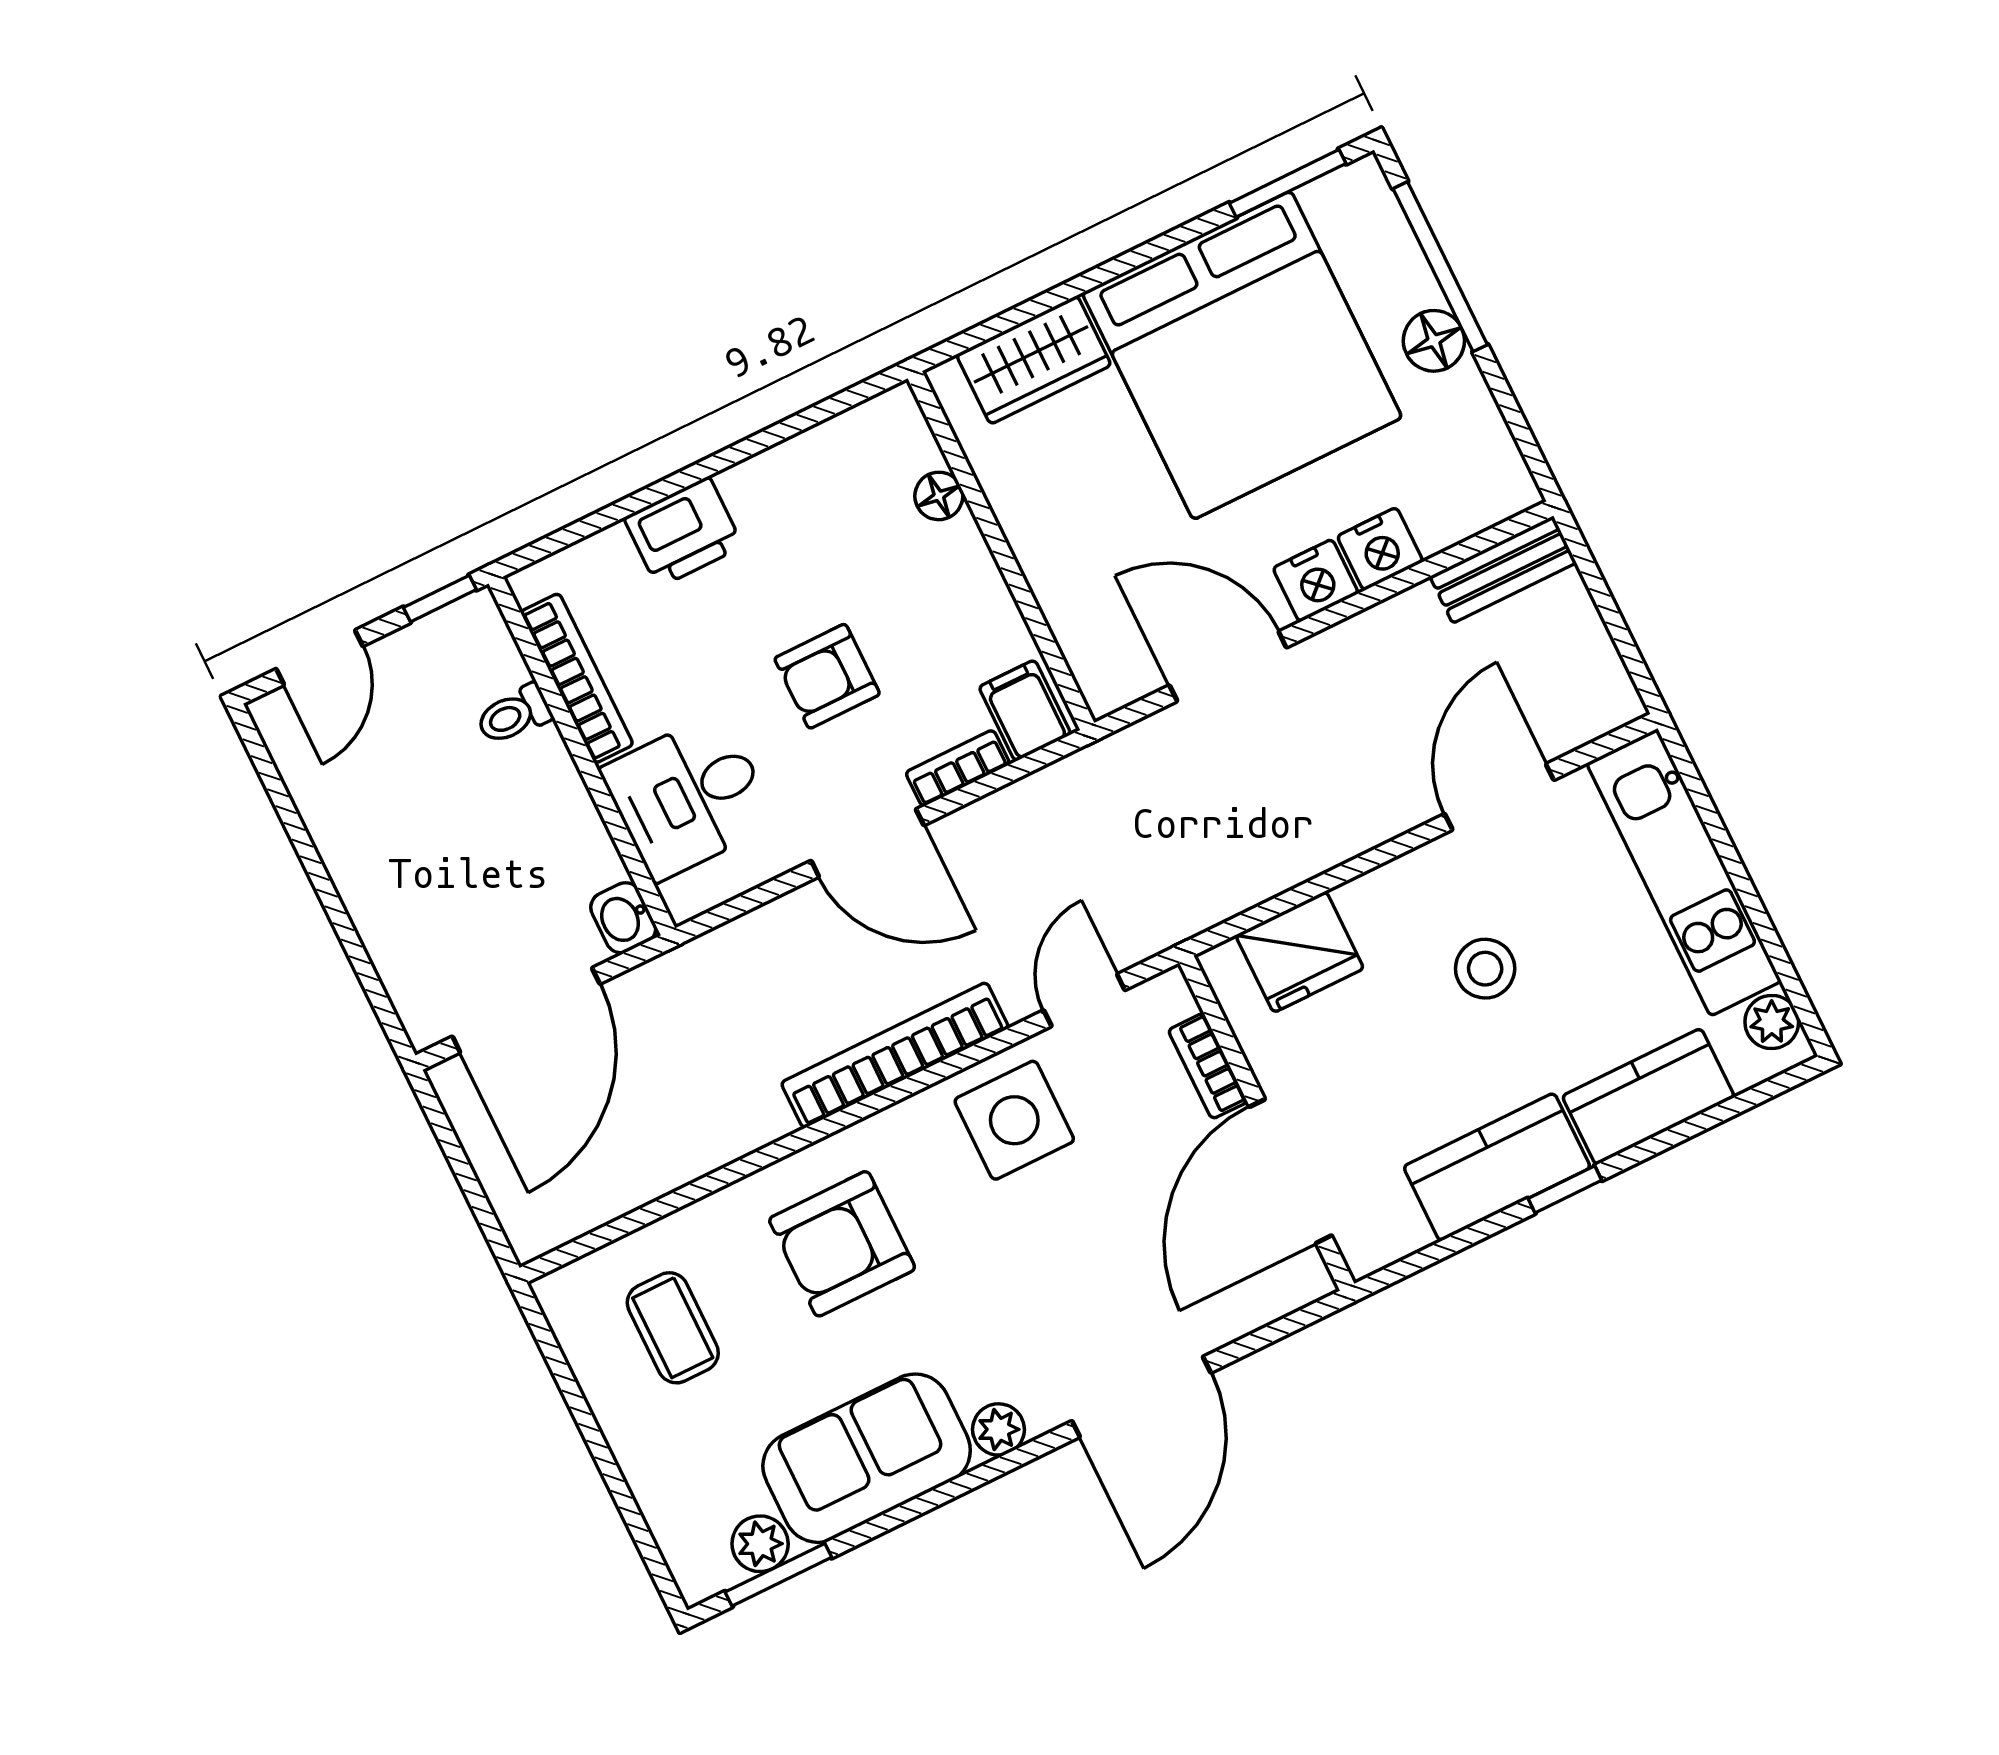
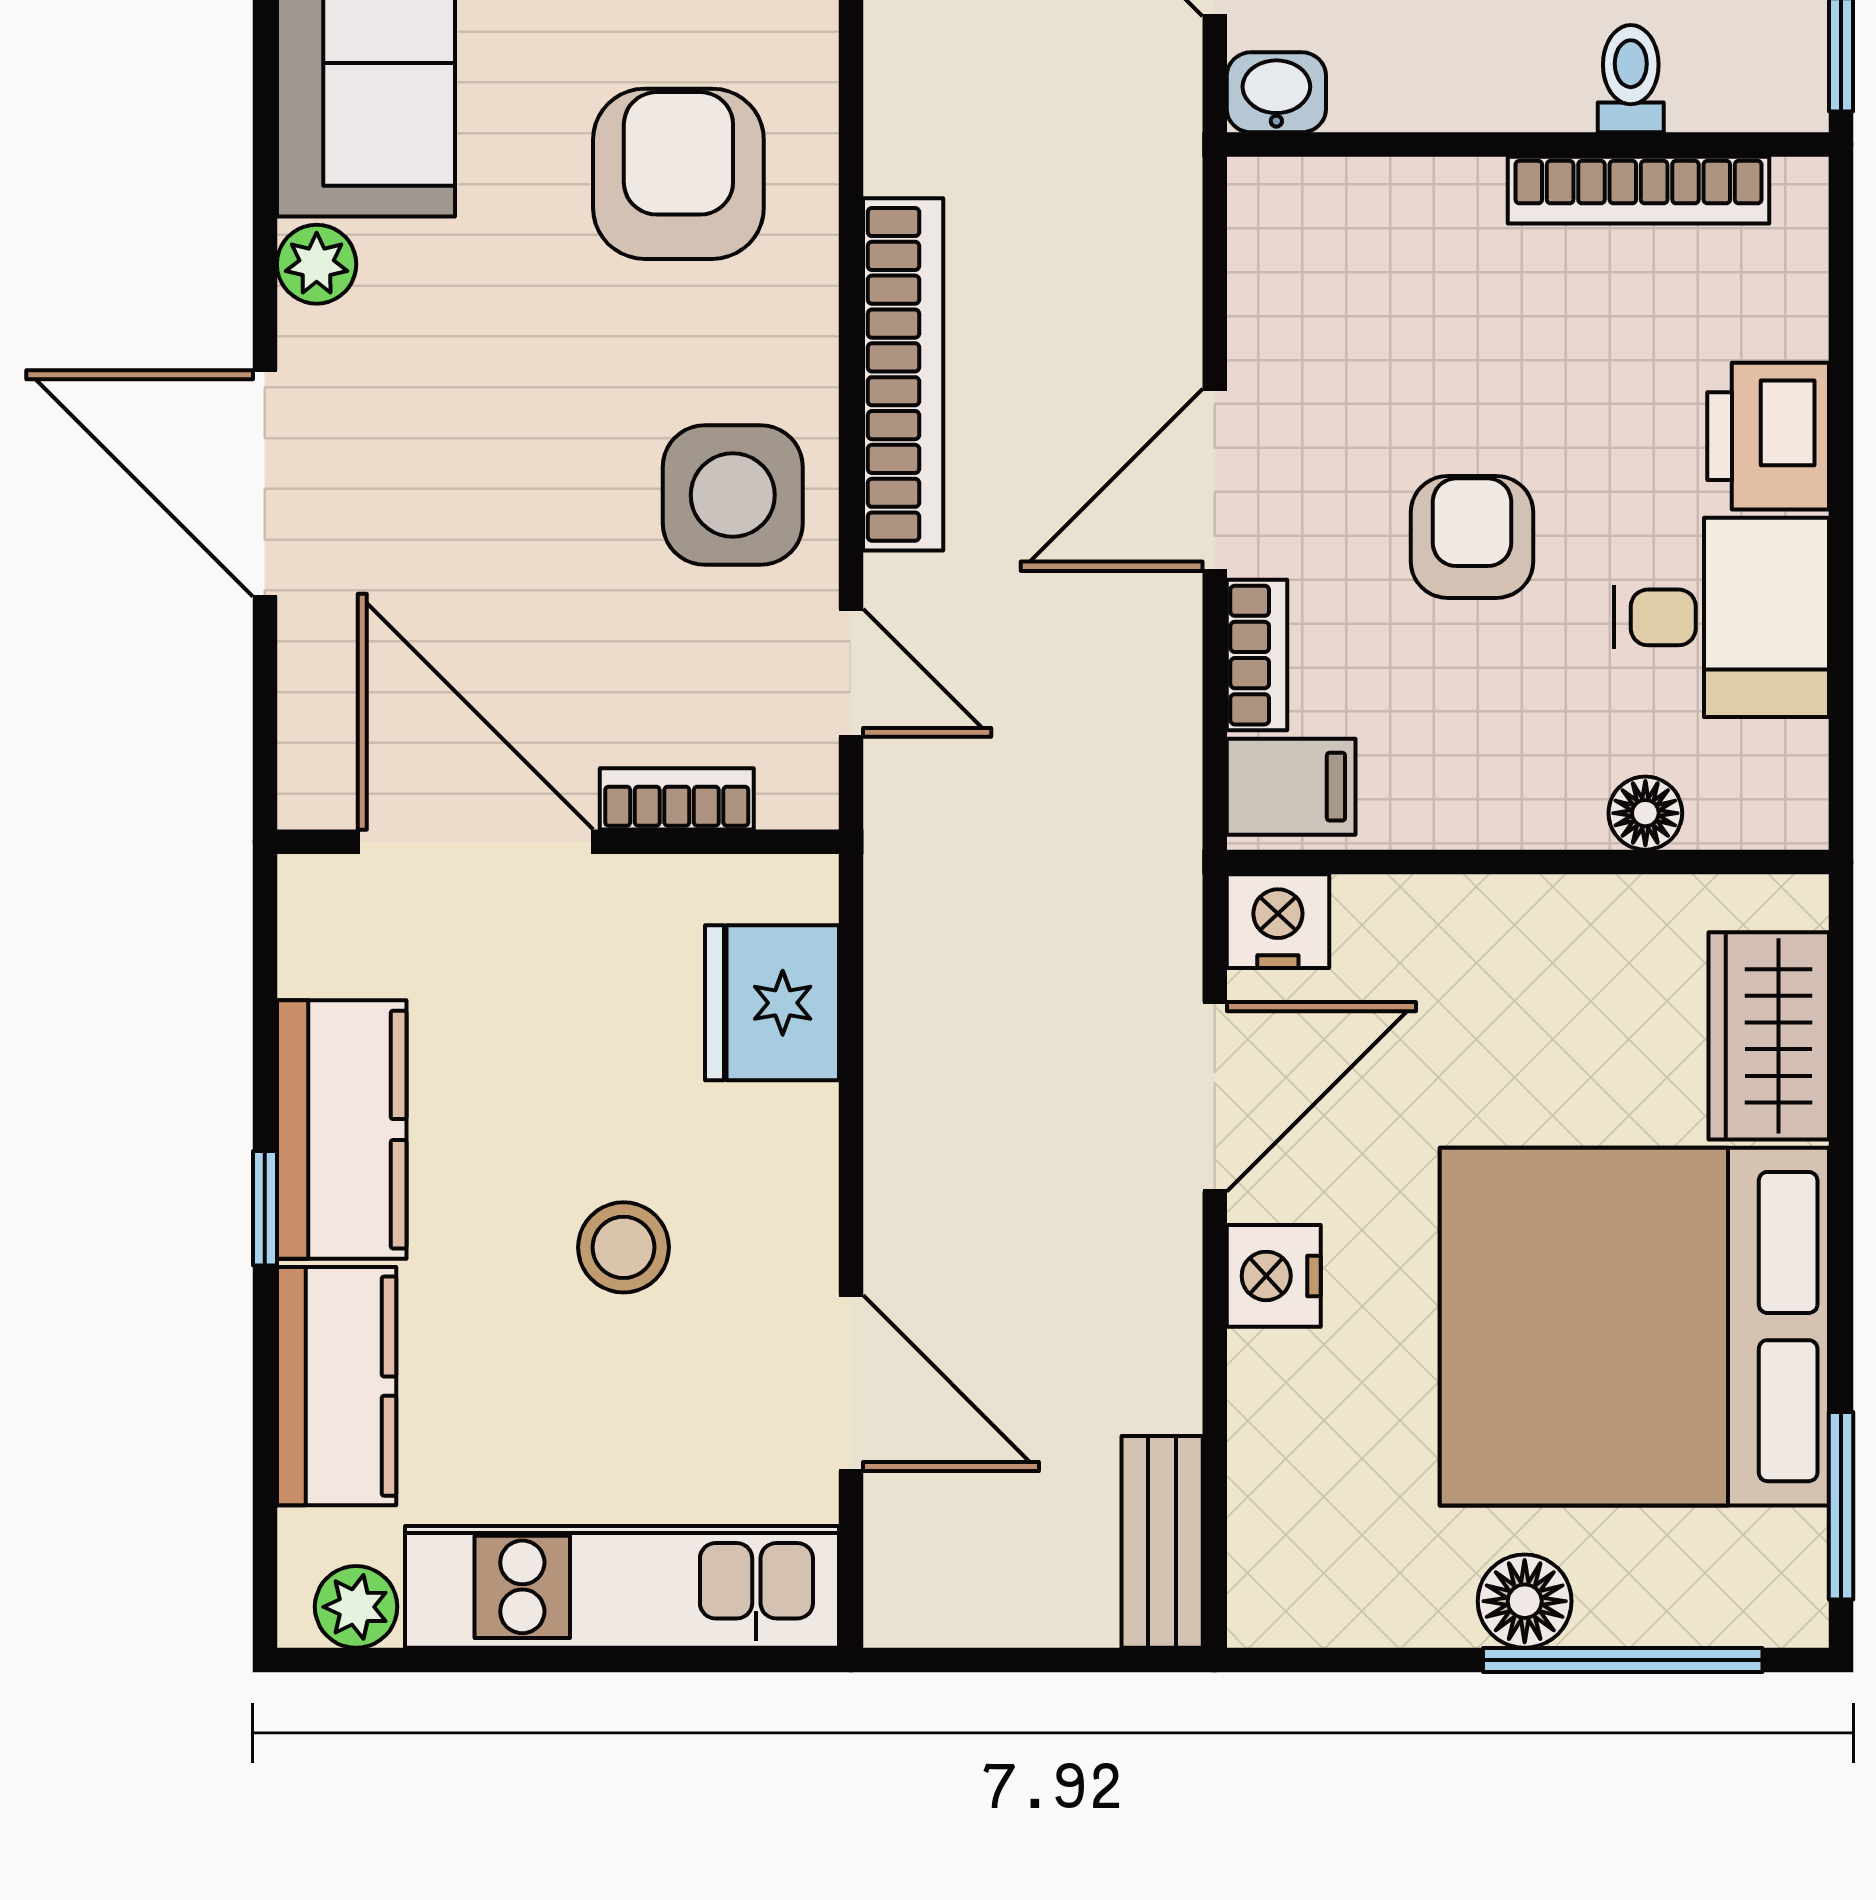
nightstand: (1380, 549) -> (1278, 921), moved, turned 90
desk: (688, 796) -> (1721, 617), moved, turned 90

